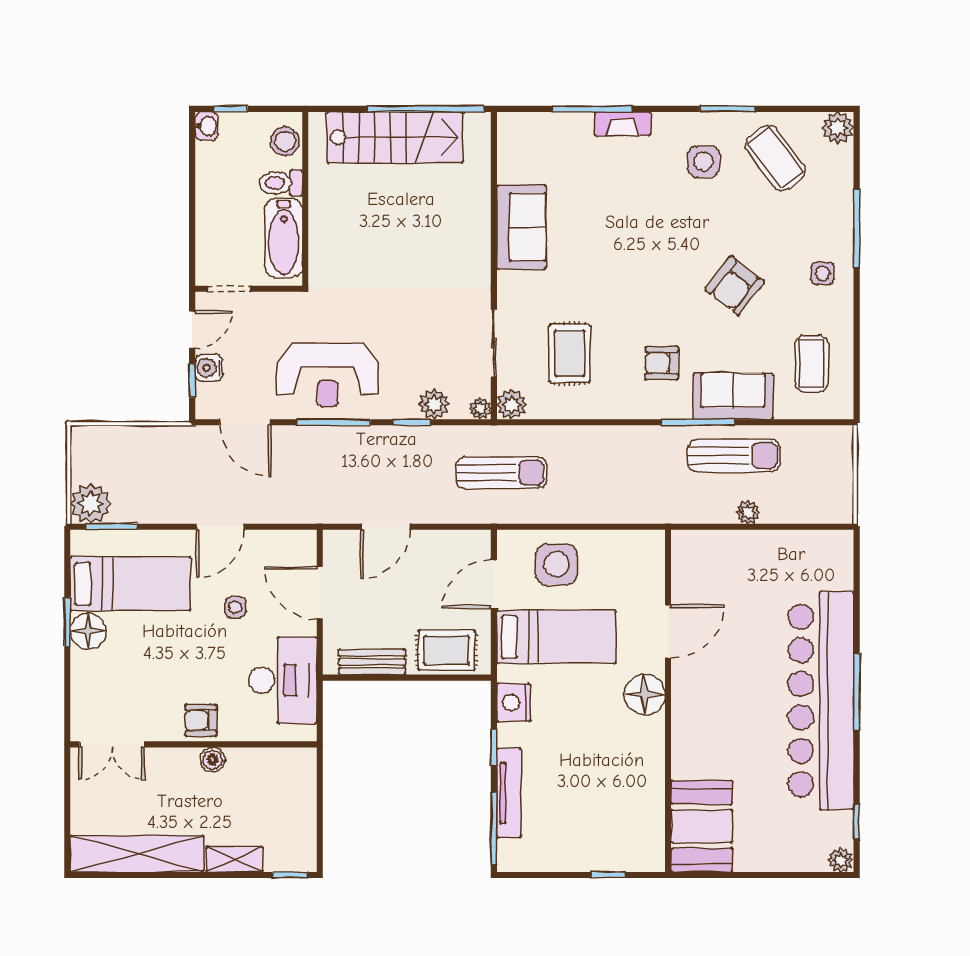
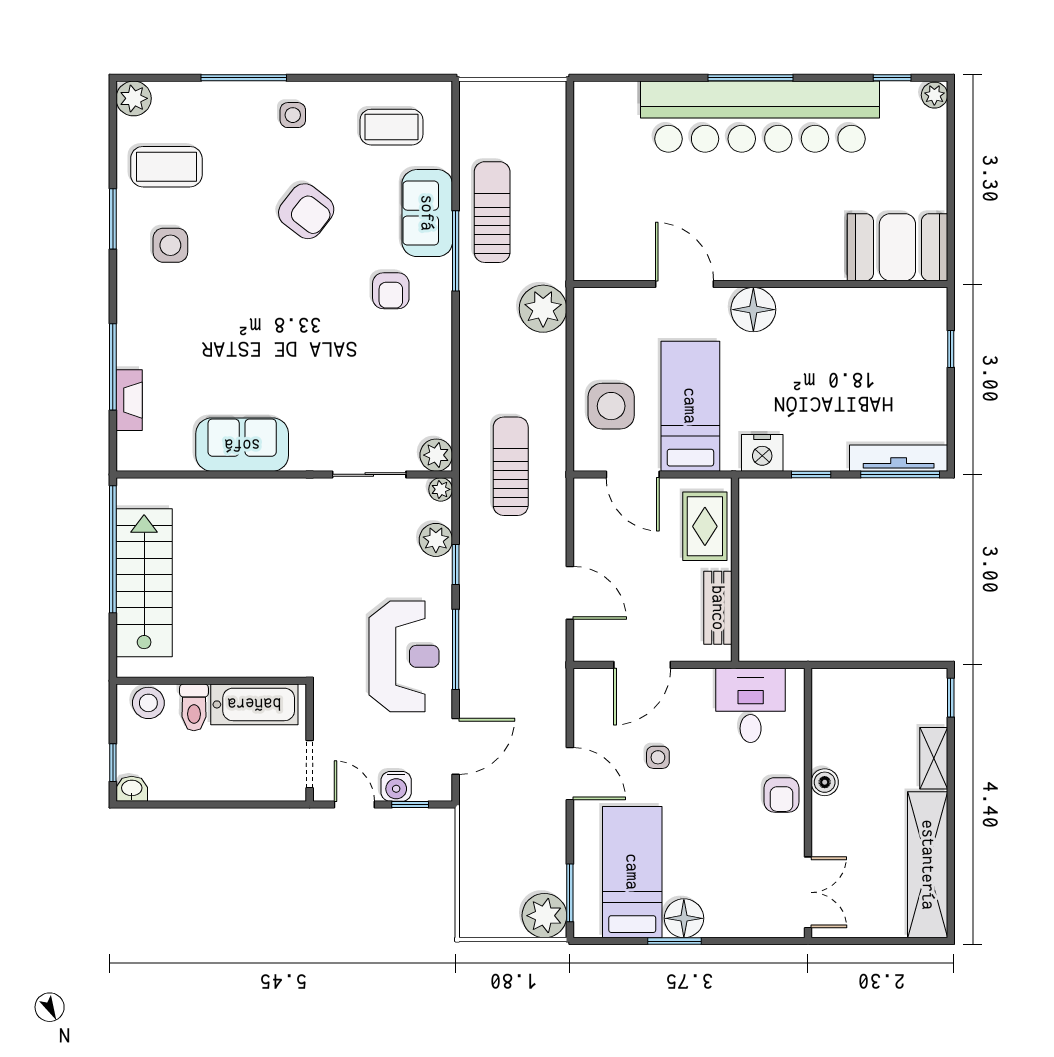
fireplace: (623, 124) -> (129, 400), moved
coffee table: (775, 158) -> (166, 167), turned 37
rug: (570, 353) -> (380, 392), removed
plant: (748, 512) -> (543, 309), moved, width x1.87, depth x1.87
desk: (283, 680) -> (751, 705), width x0.73
tv unit: (509, 793) -> (899, 458), moved

